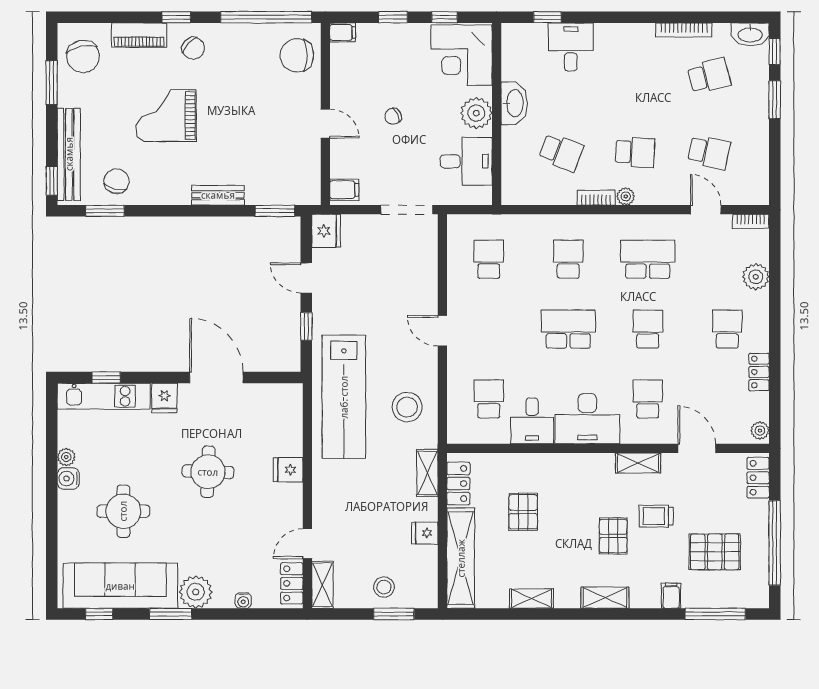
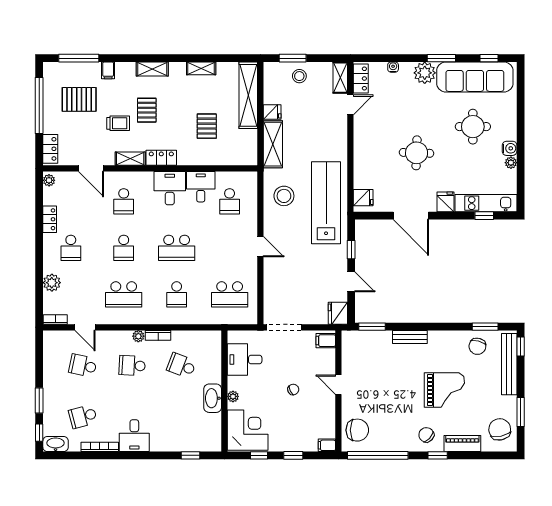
desk: (571, 47) -> (134, 436), moved
plant: (476, 113) -> (233, 396), width x0.53, depth x0.53
school desk: (489, 259) -> (230, 294), width x1.85
desk: (587, 419) -> (170, 188), width x0.73
fridge: (288, 470) -> (363, 198), moved
shelving: (427, 473) -> (273, 144), width x1.50, depth x1.33
locker: (458, 484) -> (161, 158), moved, turned 90

